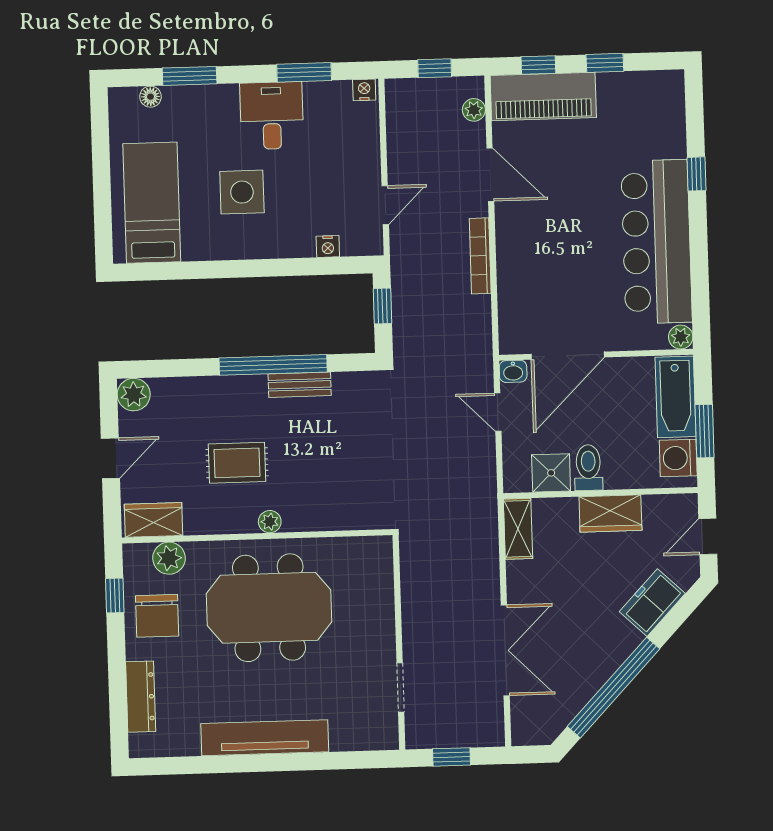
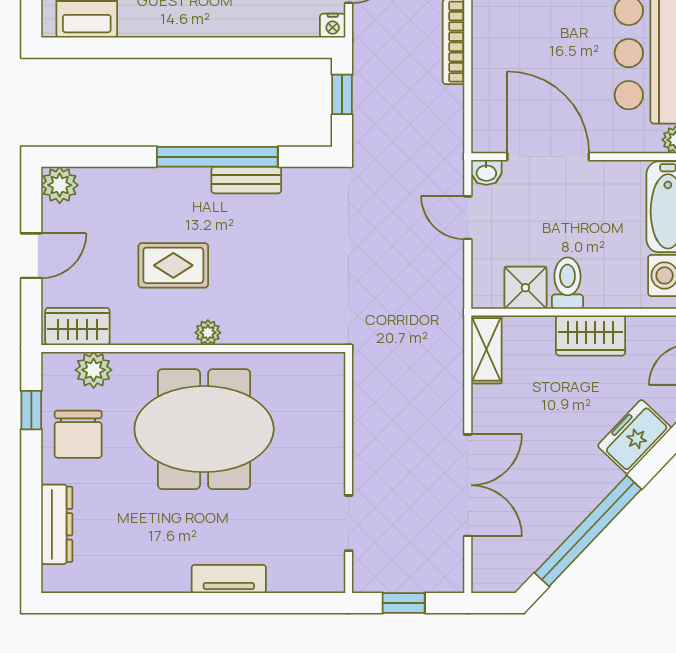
nightstand: (328, 246) -> (333, 26), moved
door: (568, 356) -> (548, 157), swing flipped
tv unit: (265, 738) -> (229, 579), width x0.52, depth x0.78

